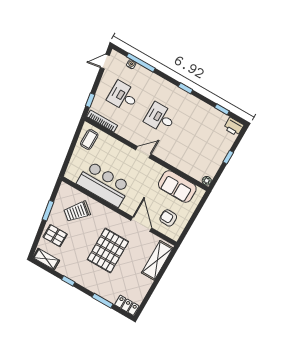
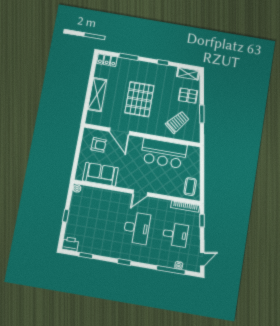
desk: (160, 118) -> (137, 228), width x1.37
shelving: (157, 260) -> (97, 95), moved

